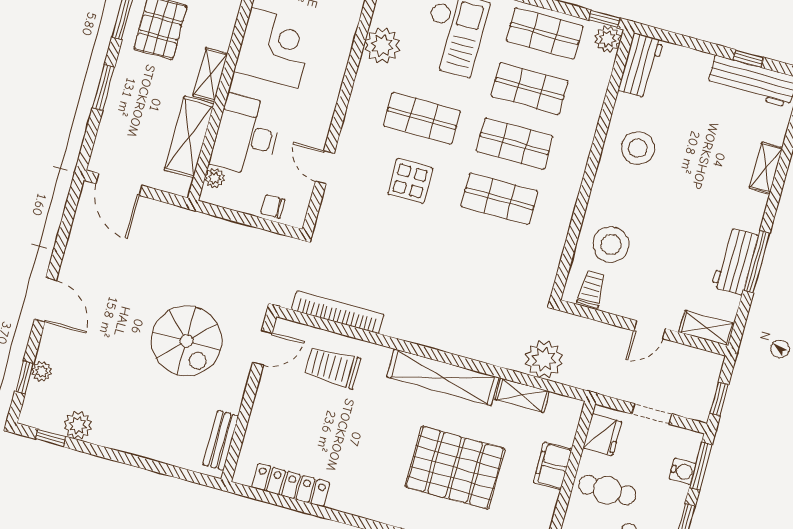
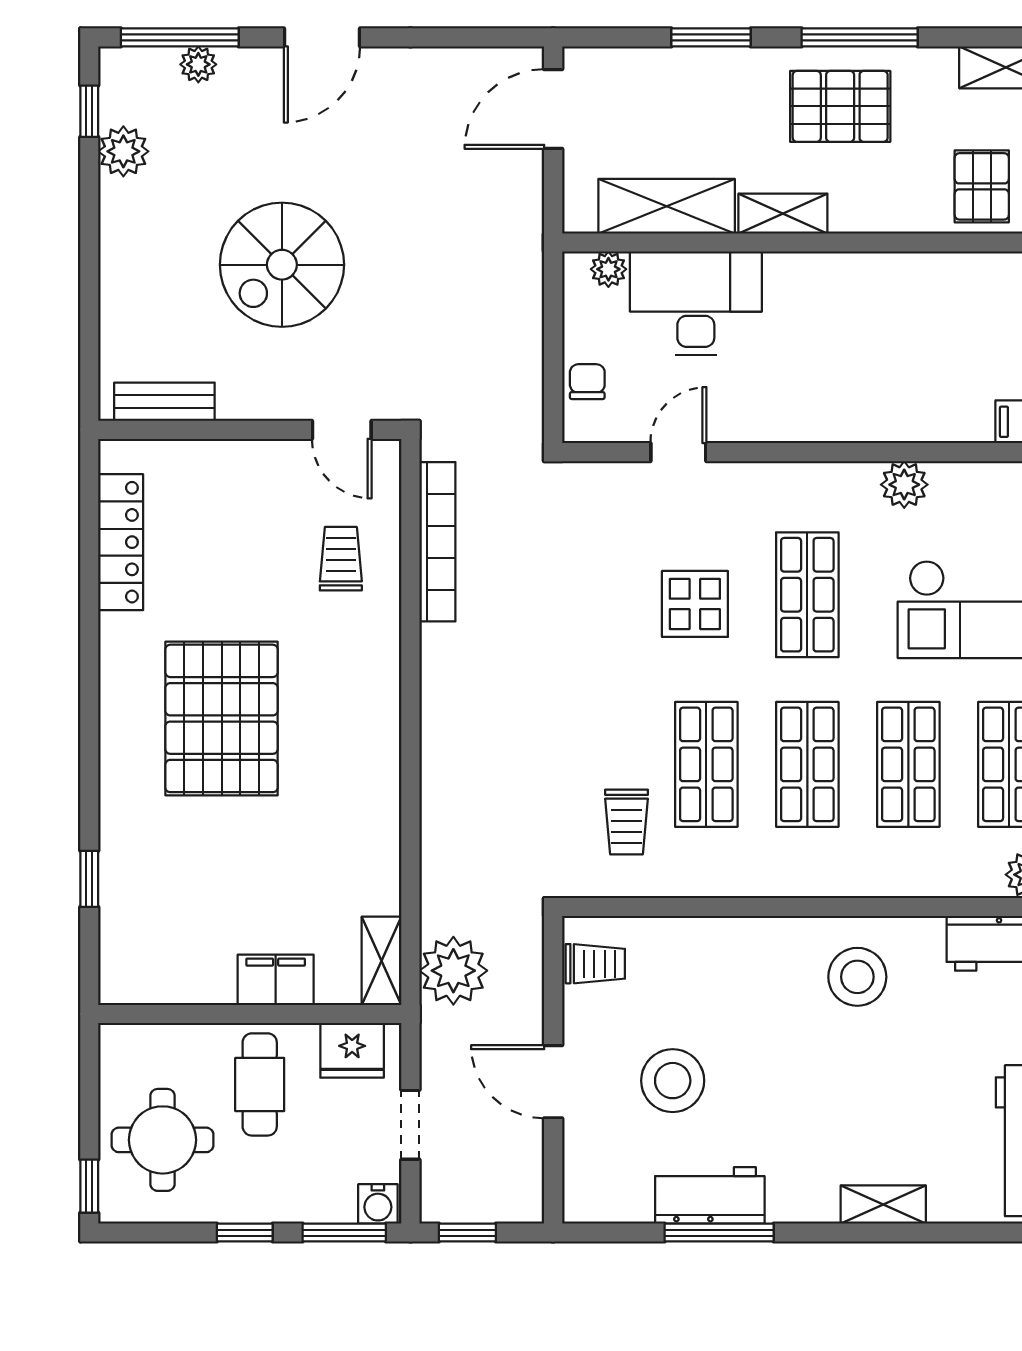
plant: (382, 46) -> (904, 485), width x0.73, depth x0.73
corner desk: (274, 48) -> (858, 310), removed
stool: (611, 244) -> (673, 1081), moved
trolley: (519, 251) -> (627, 822), added
shelving: (707, 328) -> (582, 1178), removed
door: (650, 330) -> (553, 1082), width x1.38
spiral stairs: (187, 341) -> (282, 265), moved
plant: (544, 359) -> (453, 971), moved
trolley: (333, 367) -> (341, 559), width x0.73, depth x0.72
window: (24, 377) -> (180, 37), width x2.17
shelving: (443, 377) -> (375, 751), removed
shelving: (522, 395) -> (382, 961), moved
pallet: (455, 468) -> (222, 718), moved
water cooler: (683, 471) -> (378, 1204), moved

